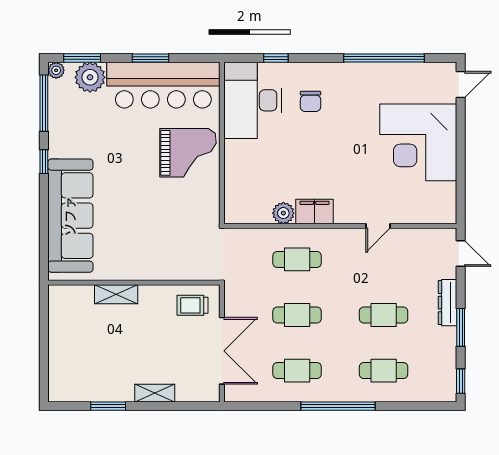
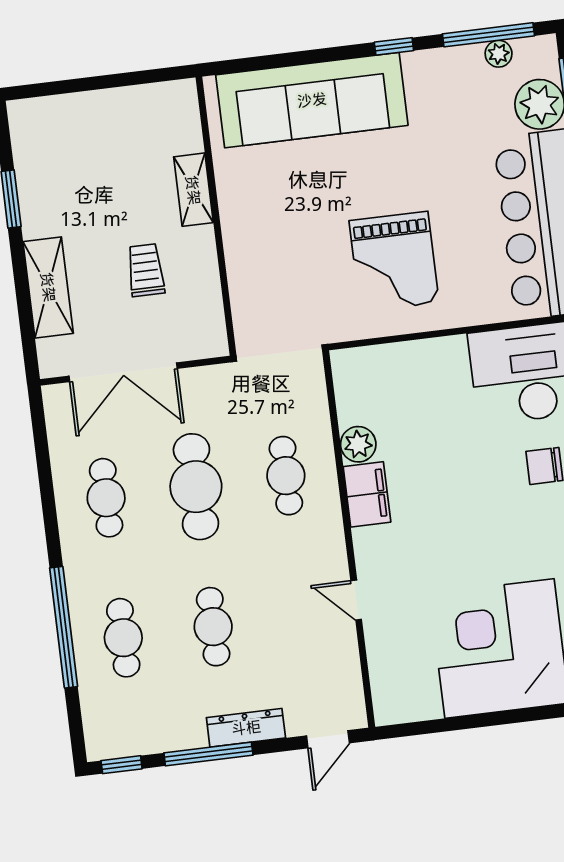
plant: (56, 70) -> (499, 54), moved
grand piano: (188, 153) -> (394, 262), moved
trolley: (192, 305) -> (146, 270), moved
cafe table: (297, 315) -> (196, 487), width x1.37, depth x1.35
window: (461, 327) -> (208, 754), width x1.44
shelving: (155, 393) -> (48, 287), width x1.50, depth x1.33
window: (338, 406) -> (64, 627), moved

